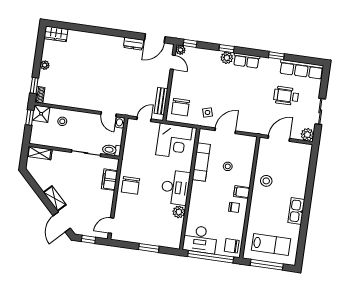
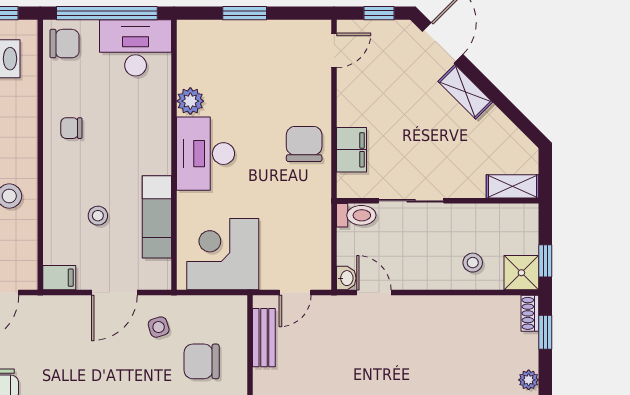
chair: (180, 107) -> (202, 361), moved, turned -90
filing cabinet: (242, 192) -> (59, 278), moved

